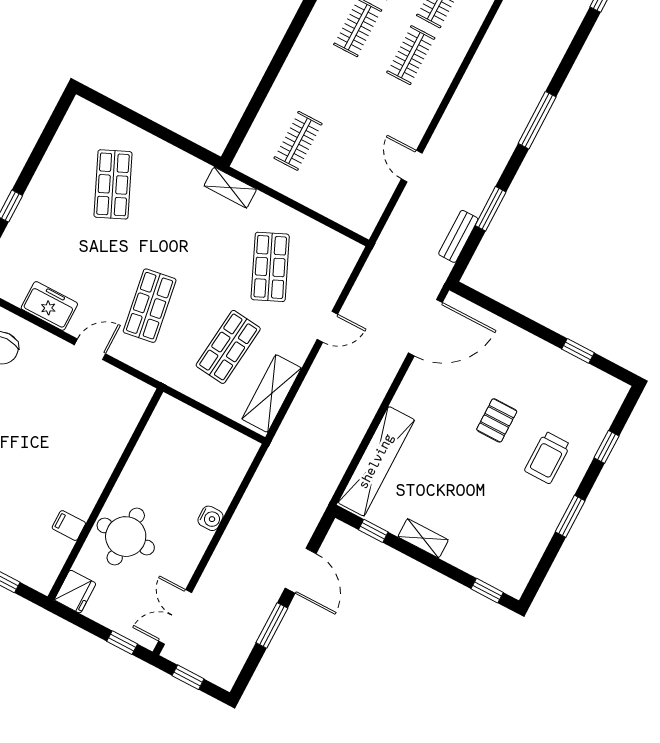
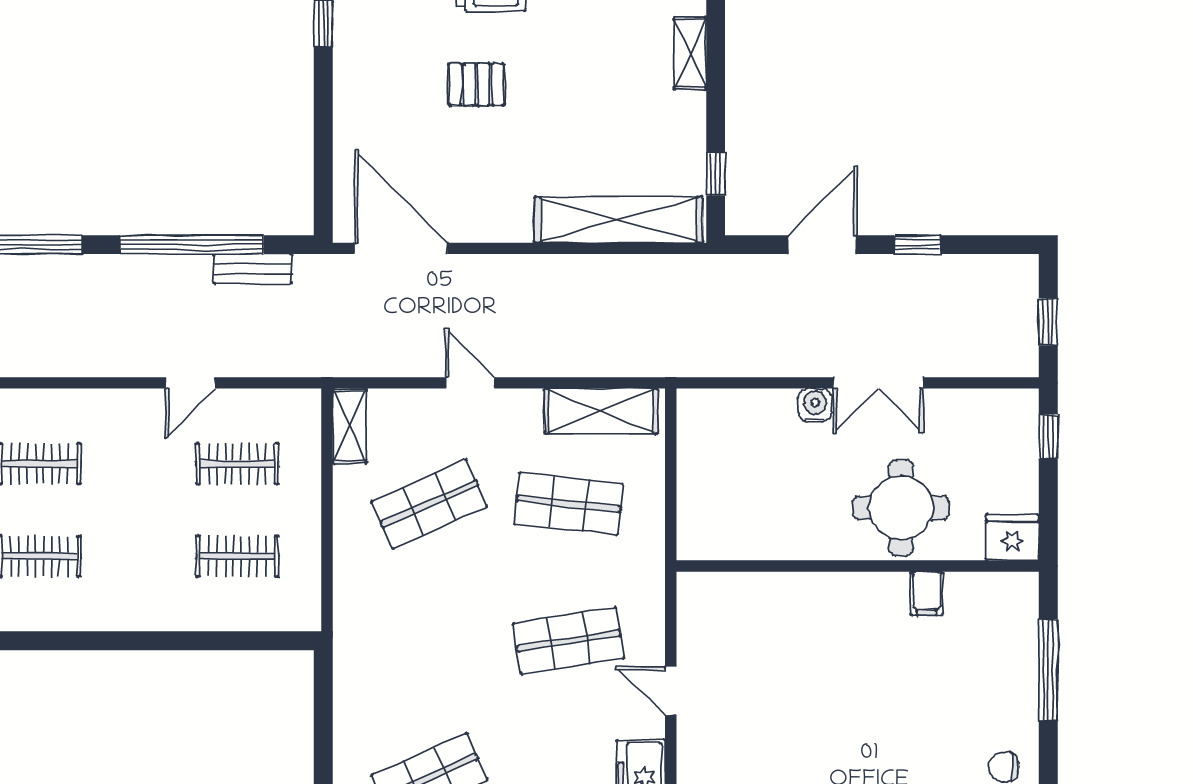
clothes rail: (351, 169) -> (237, 464), added
shelving: (230, 188) -> (350, 426), moved
window: (491, 209) -> (192, 245), width x2.11
shelving: (423, 538) -> (690, 53), moved
double door: (175, 617) -> (878, 383), moved
window: (272, 625) -> (917, 245), width x0.67

